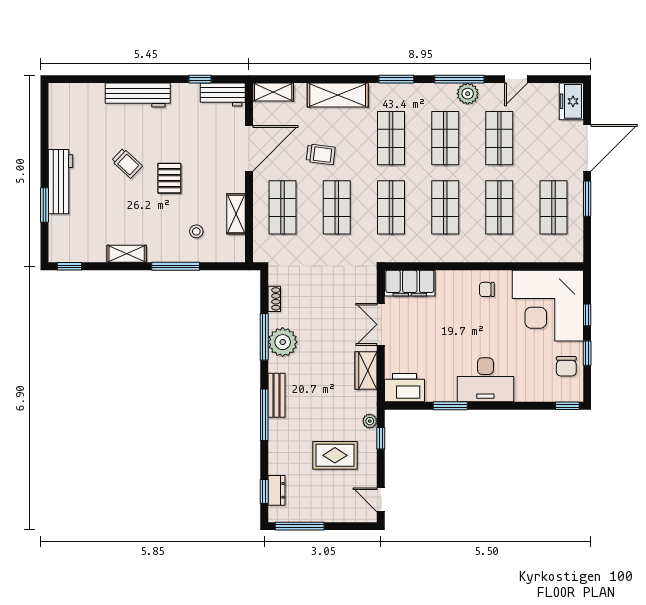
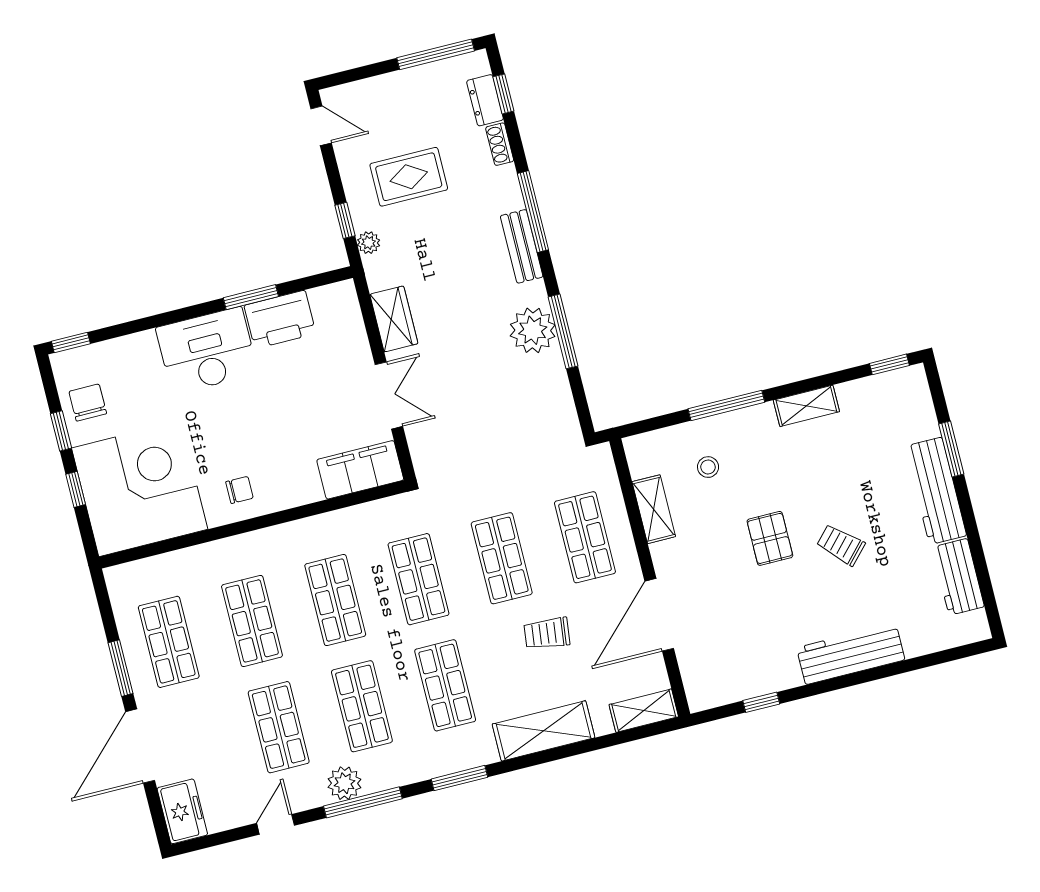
workbench: (223, 94) -> (958, 577), moved, turned -90
shoe rack: (274, 299) -> (500, 144), moved
printer: (405, 388) -> (280, 320), moved

